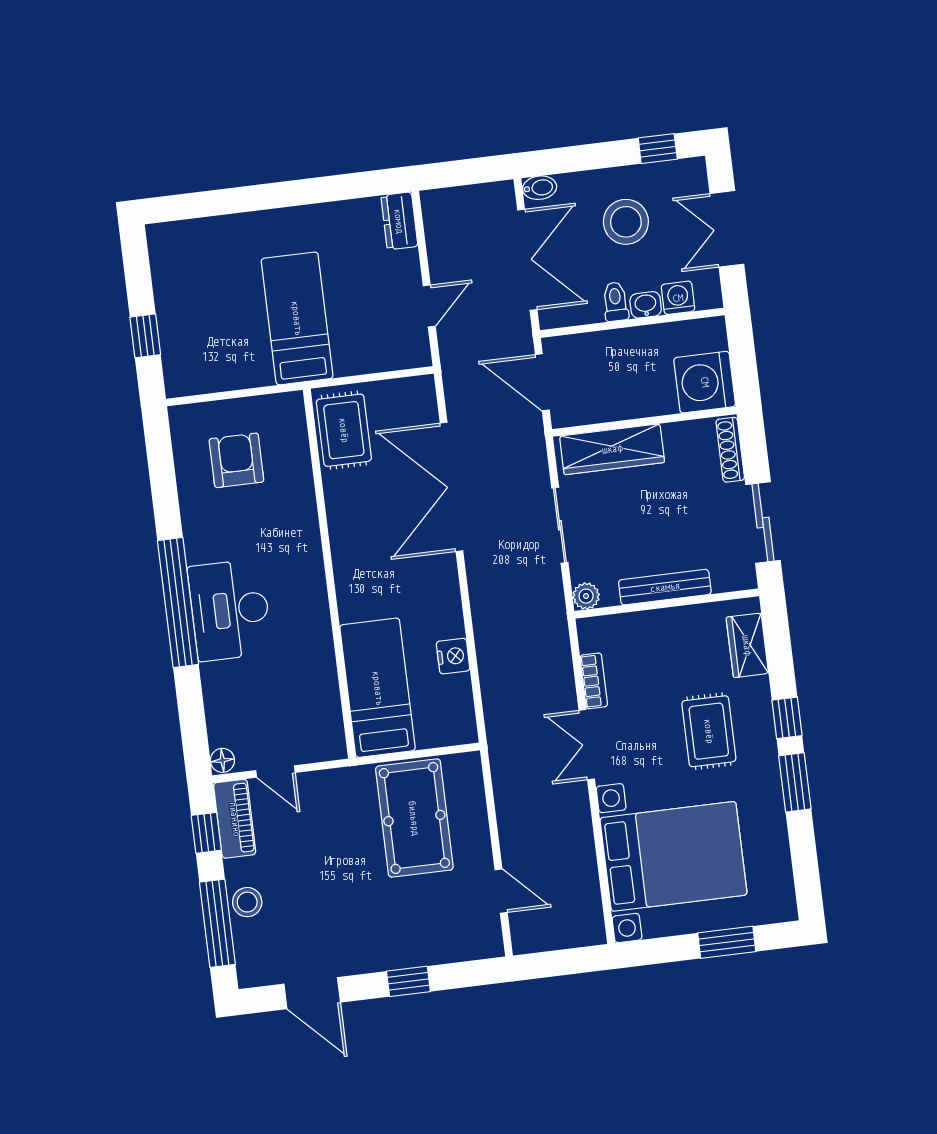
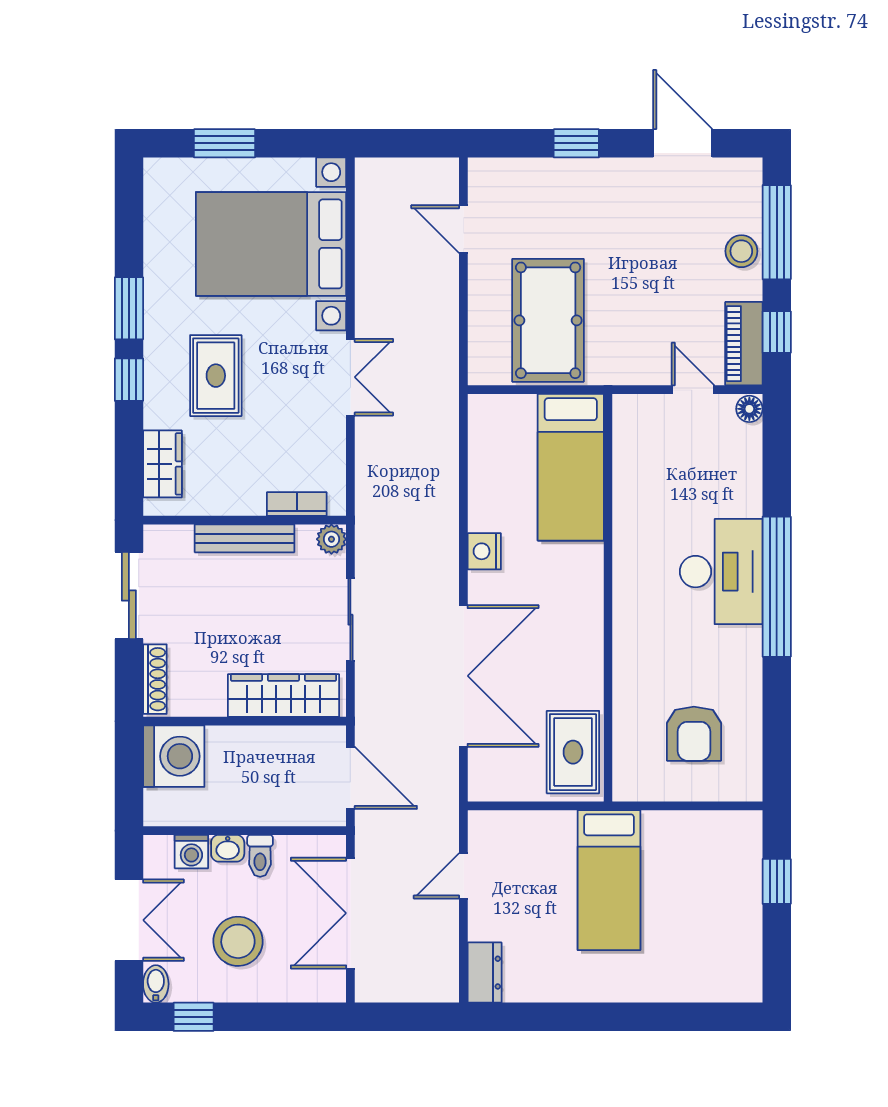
bidet: (540, 188) -> (156, 984), moved, turned 90
nightstand: (453, 656) -> (484, 551), moved
bookcase: (594, 681) -> (297, 504), moved, turned 90

